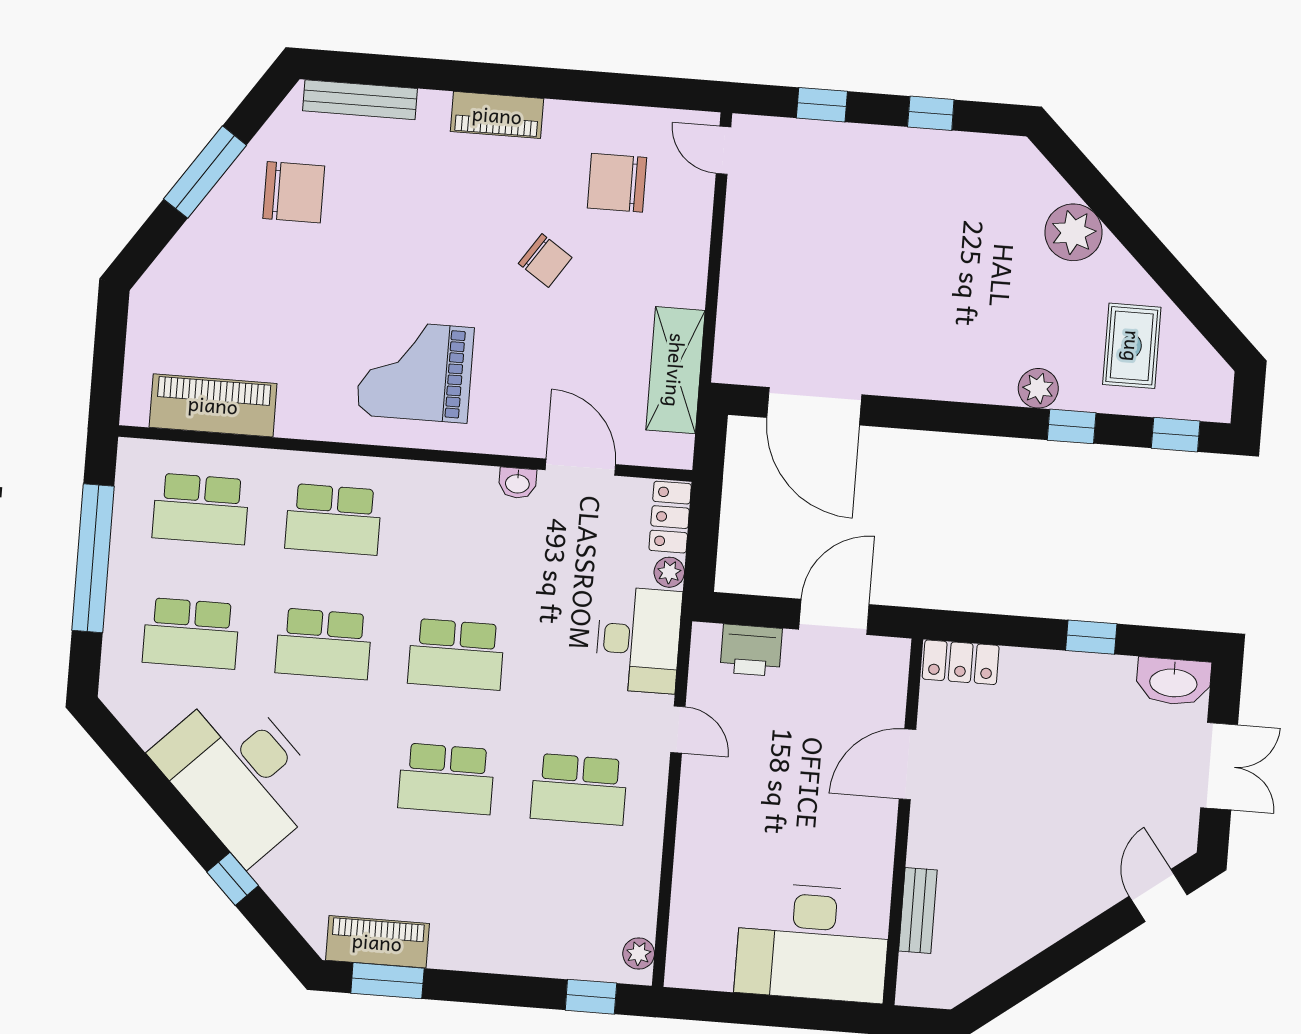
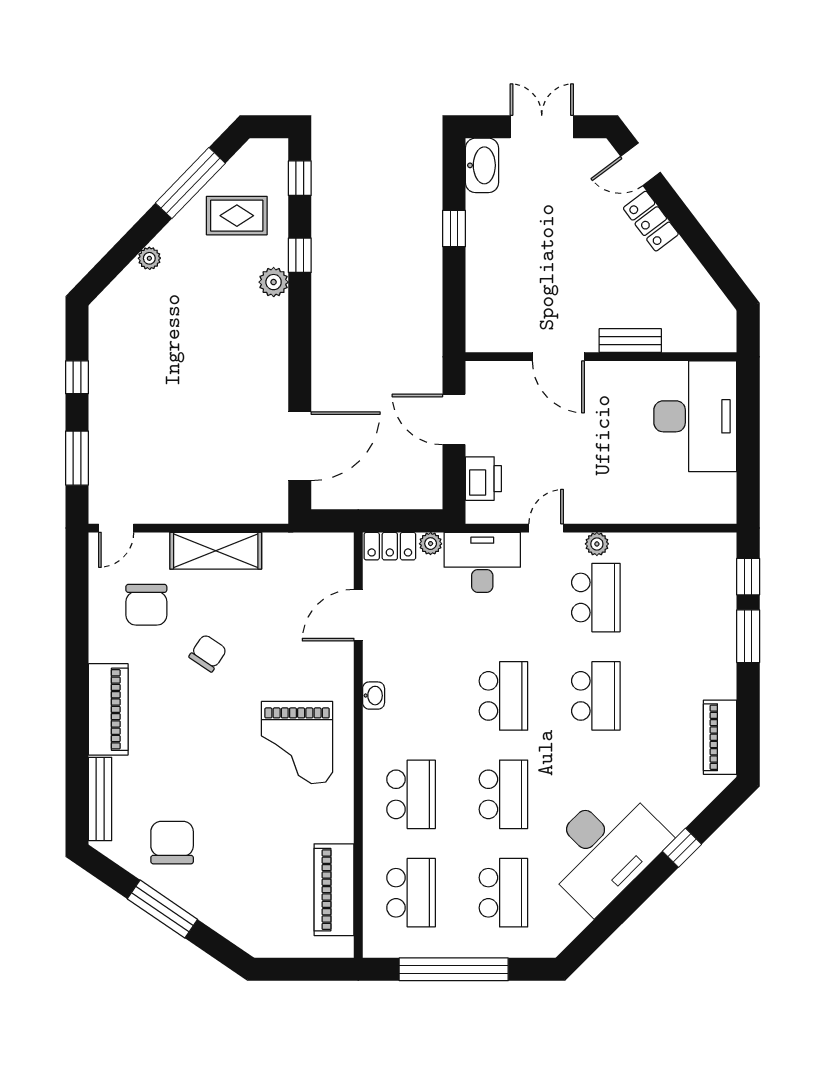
window: (822, 105) -> (77, 458), width x1.50
piano: (497, 115) -> (108, 709), width x1.37, depth x1.33
plant: (1073, 232) -> (149, 258), width x0.53, depth x0.53
window: (1180, 287) -> (190, 183), added
shelving: (675, 370) -> (216, 551), moved
washbasin: (517, 483) -> (374, 696), moved
locker: (961, 662) -> (651, 221), moved, turned 143
bench: (918, 910) -> (630, 341), moved
plant: (639, 954) -> (597, 544), moved
window: (387, 981) -> (748, 636), moved

